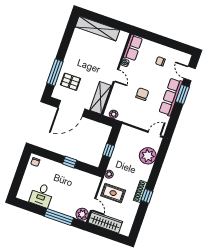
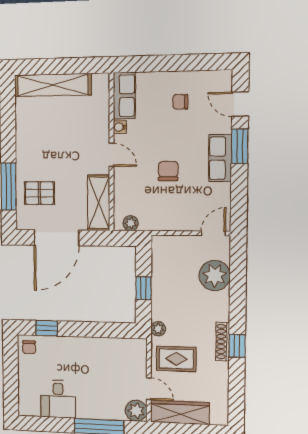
row of seats: (171, 97) -> (220, 158), width x0.68
window: (70, 162) -> (46, 328), moved

